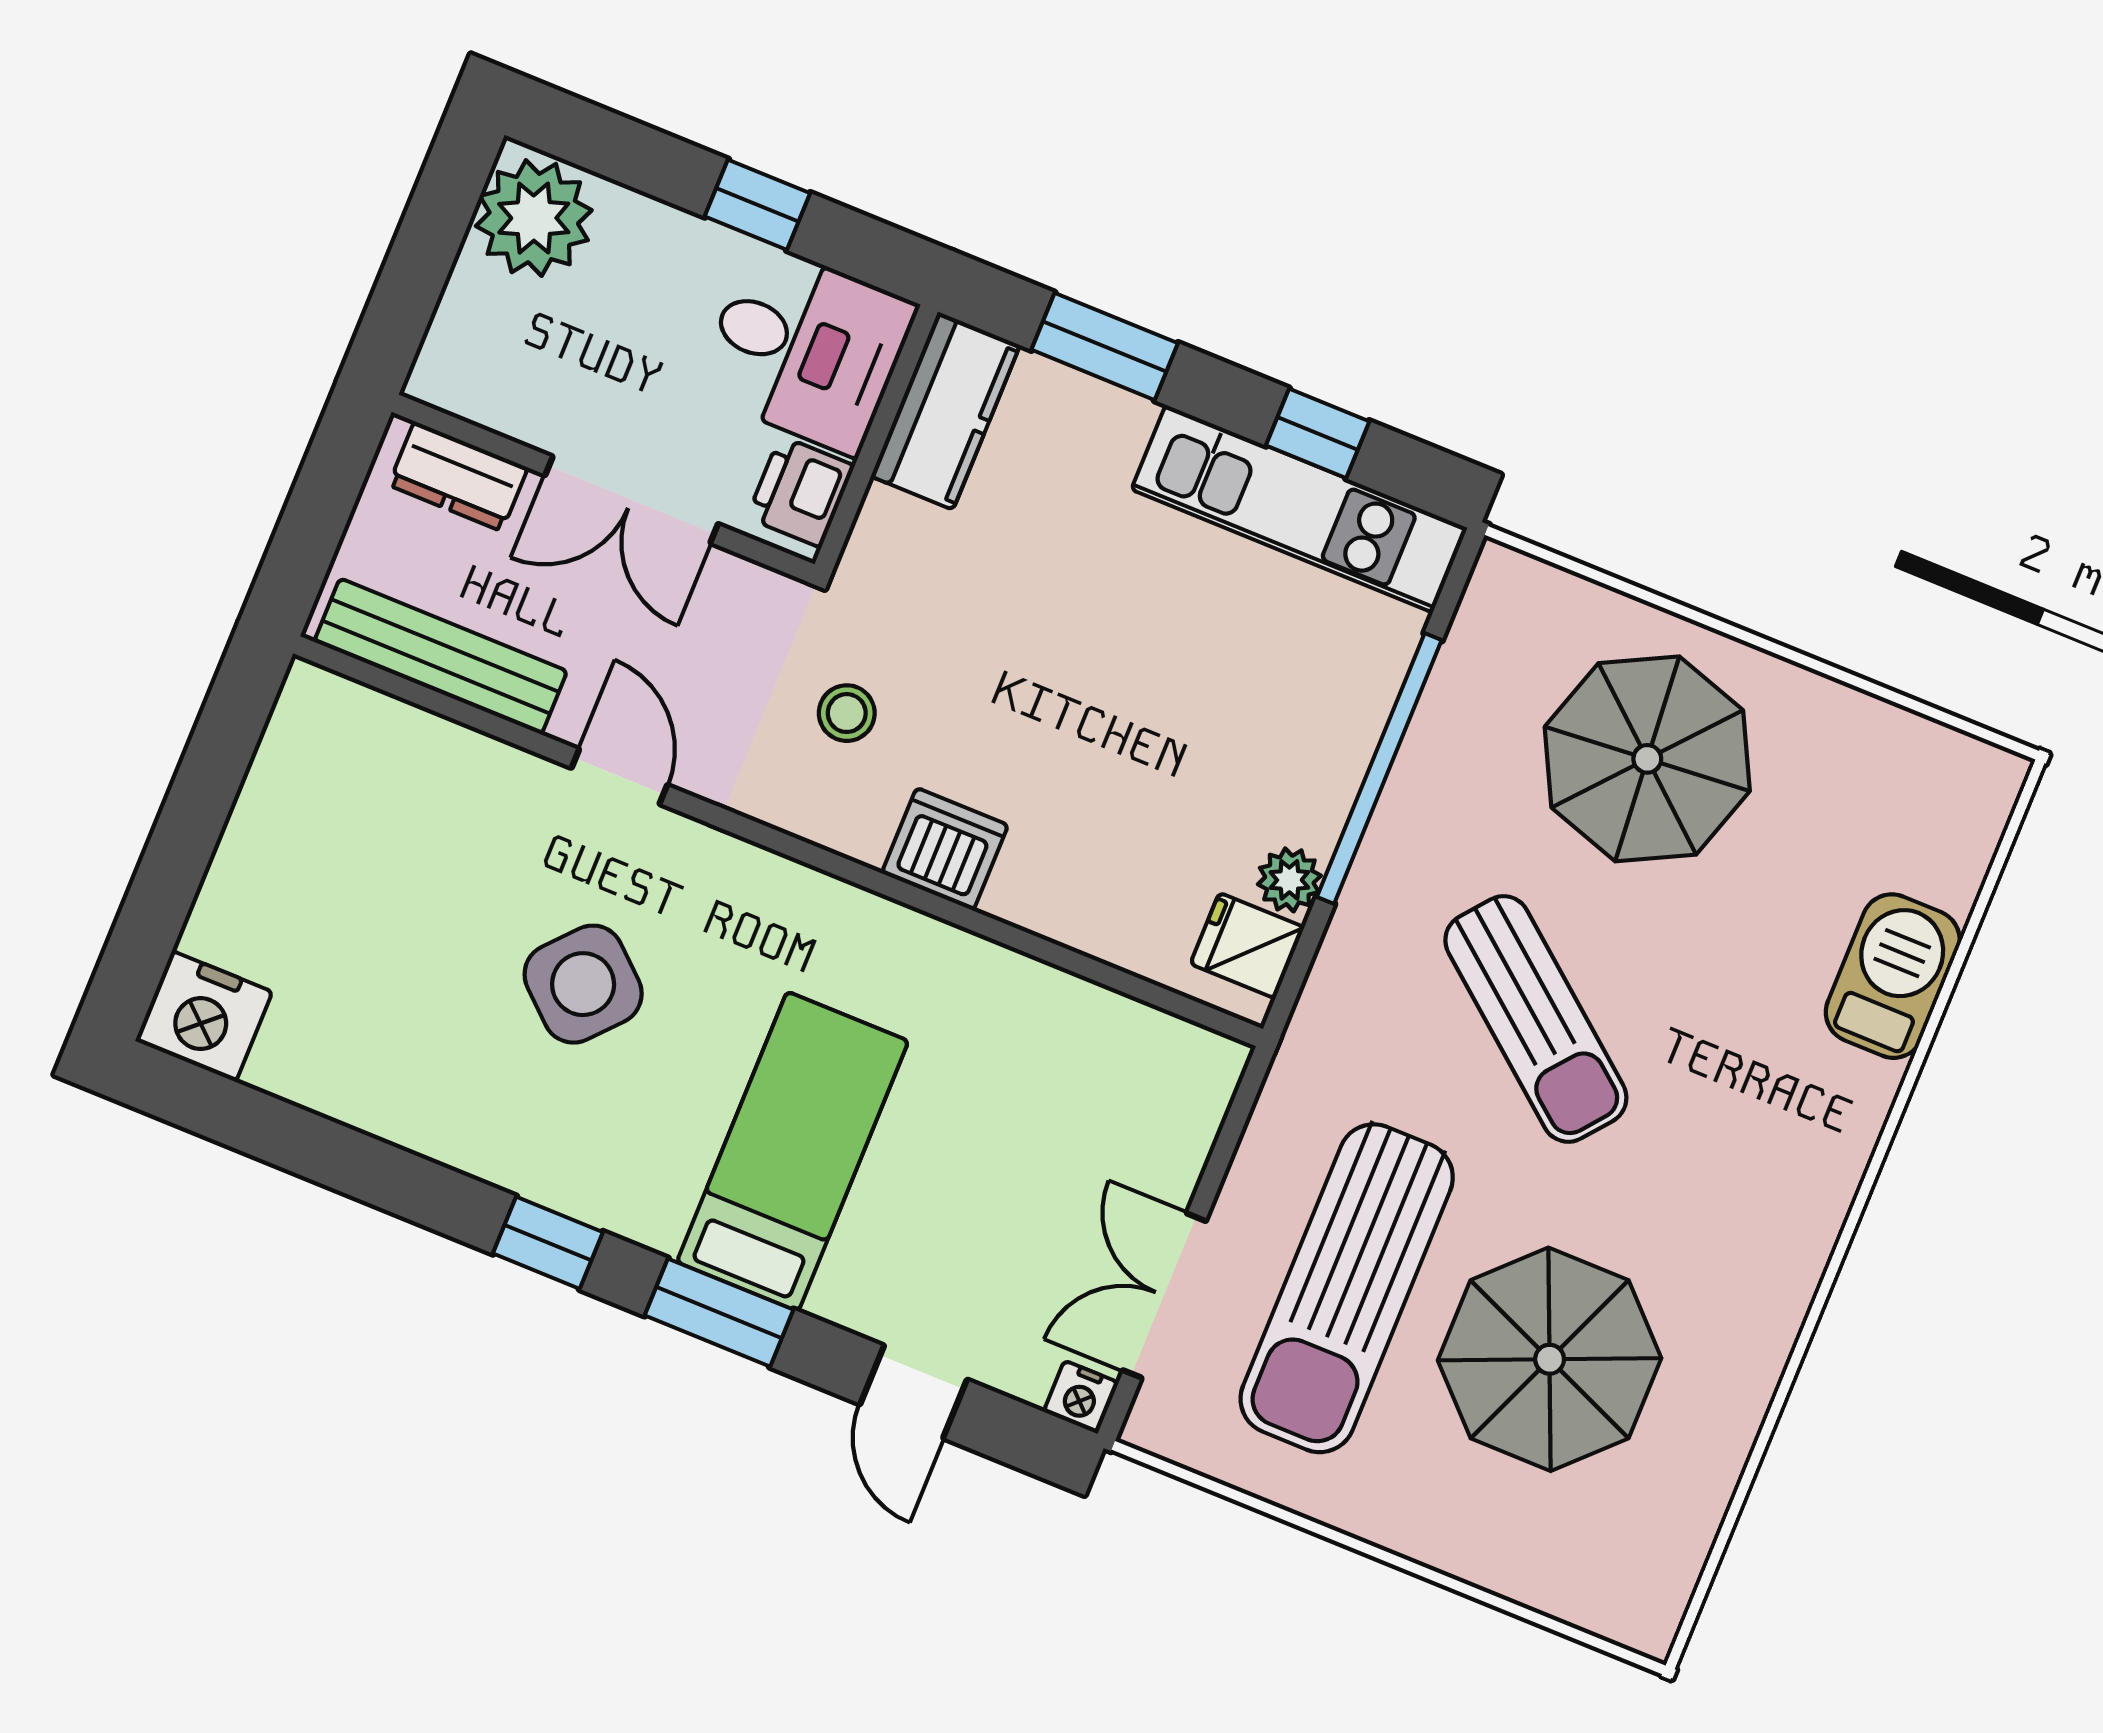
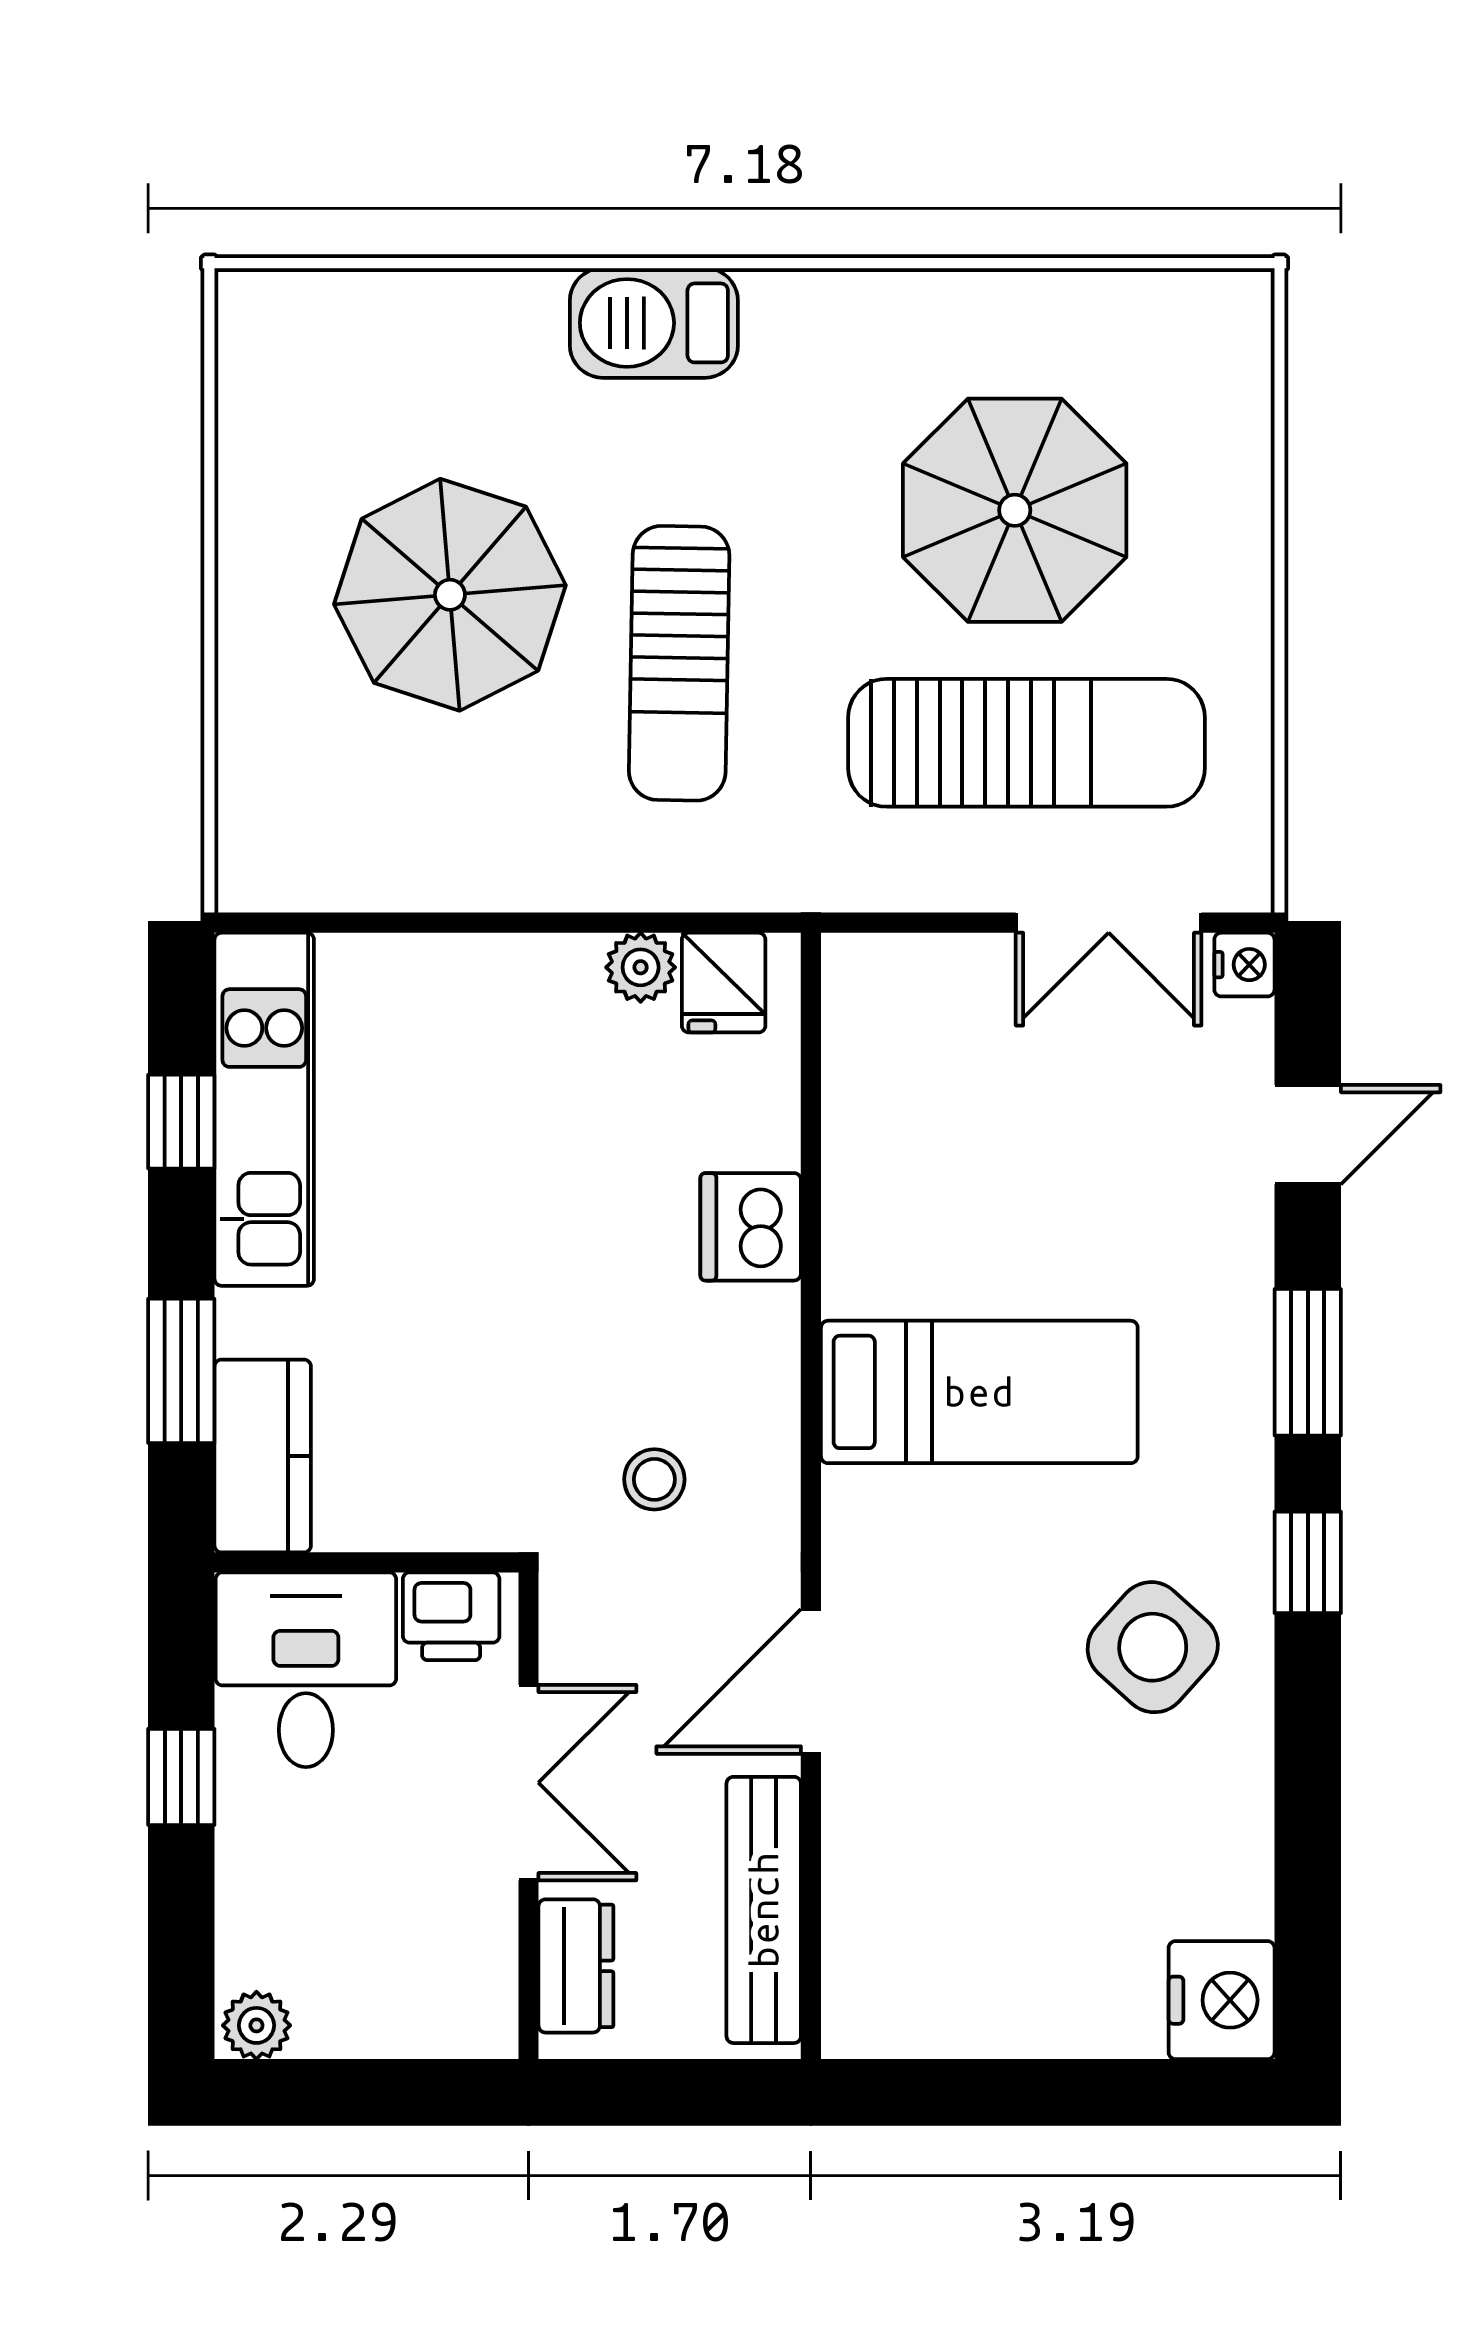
plant: (534, 218) -> (256, 2025), width x0.53, depth x0.53
kitchen counter: (945, 411) -> (263, 1456), moved, turned 90
parasol: (1647, 759) -> (450, 595), moved
window: (1379, 769) -> (492, 923), removed
door: (619, 776) -> (811, 1682), width x1.38
dishwasher: (945, 849) -> (751, 1227), moved
barbecue: (1893, 976) -> (654, 323), moved
side table: (583, 984) -> (1153, 1647), moved
sun lounger: (1536, 1019) -> (679, 663), turned 142
bed: (793, 1152) -> (979, 1392), moved, turned 180

